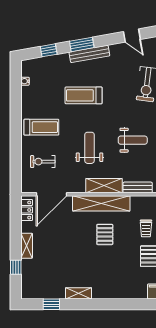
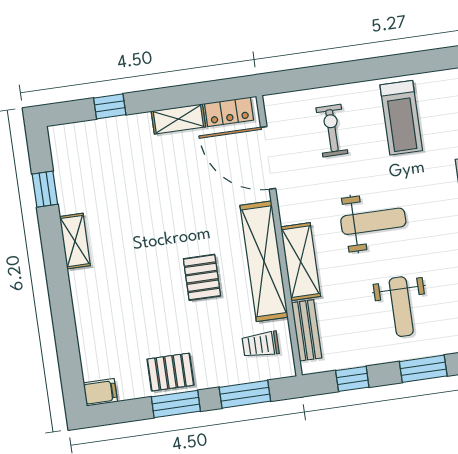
trolley: (146, 228) -> (261, 345), moved
pallet: (105, 234) -> (202, 277), turned 90
shelving: (27, 246) -> (178, 119), moved

